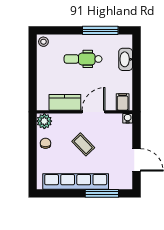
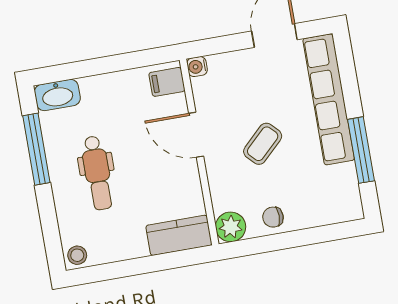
washbasin: (126, 59) -> (57, 95), moved
kitchen counter: (65, 102) -> (179, 235), moved, turned 90
row of seats: (76, 181) -> (329, 99), moved
window: (102, 193) -> (361, 150), moved

